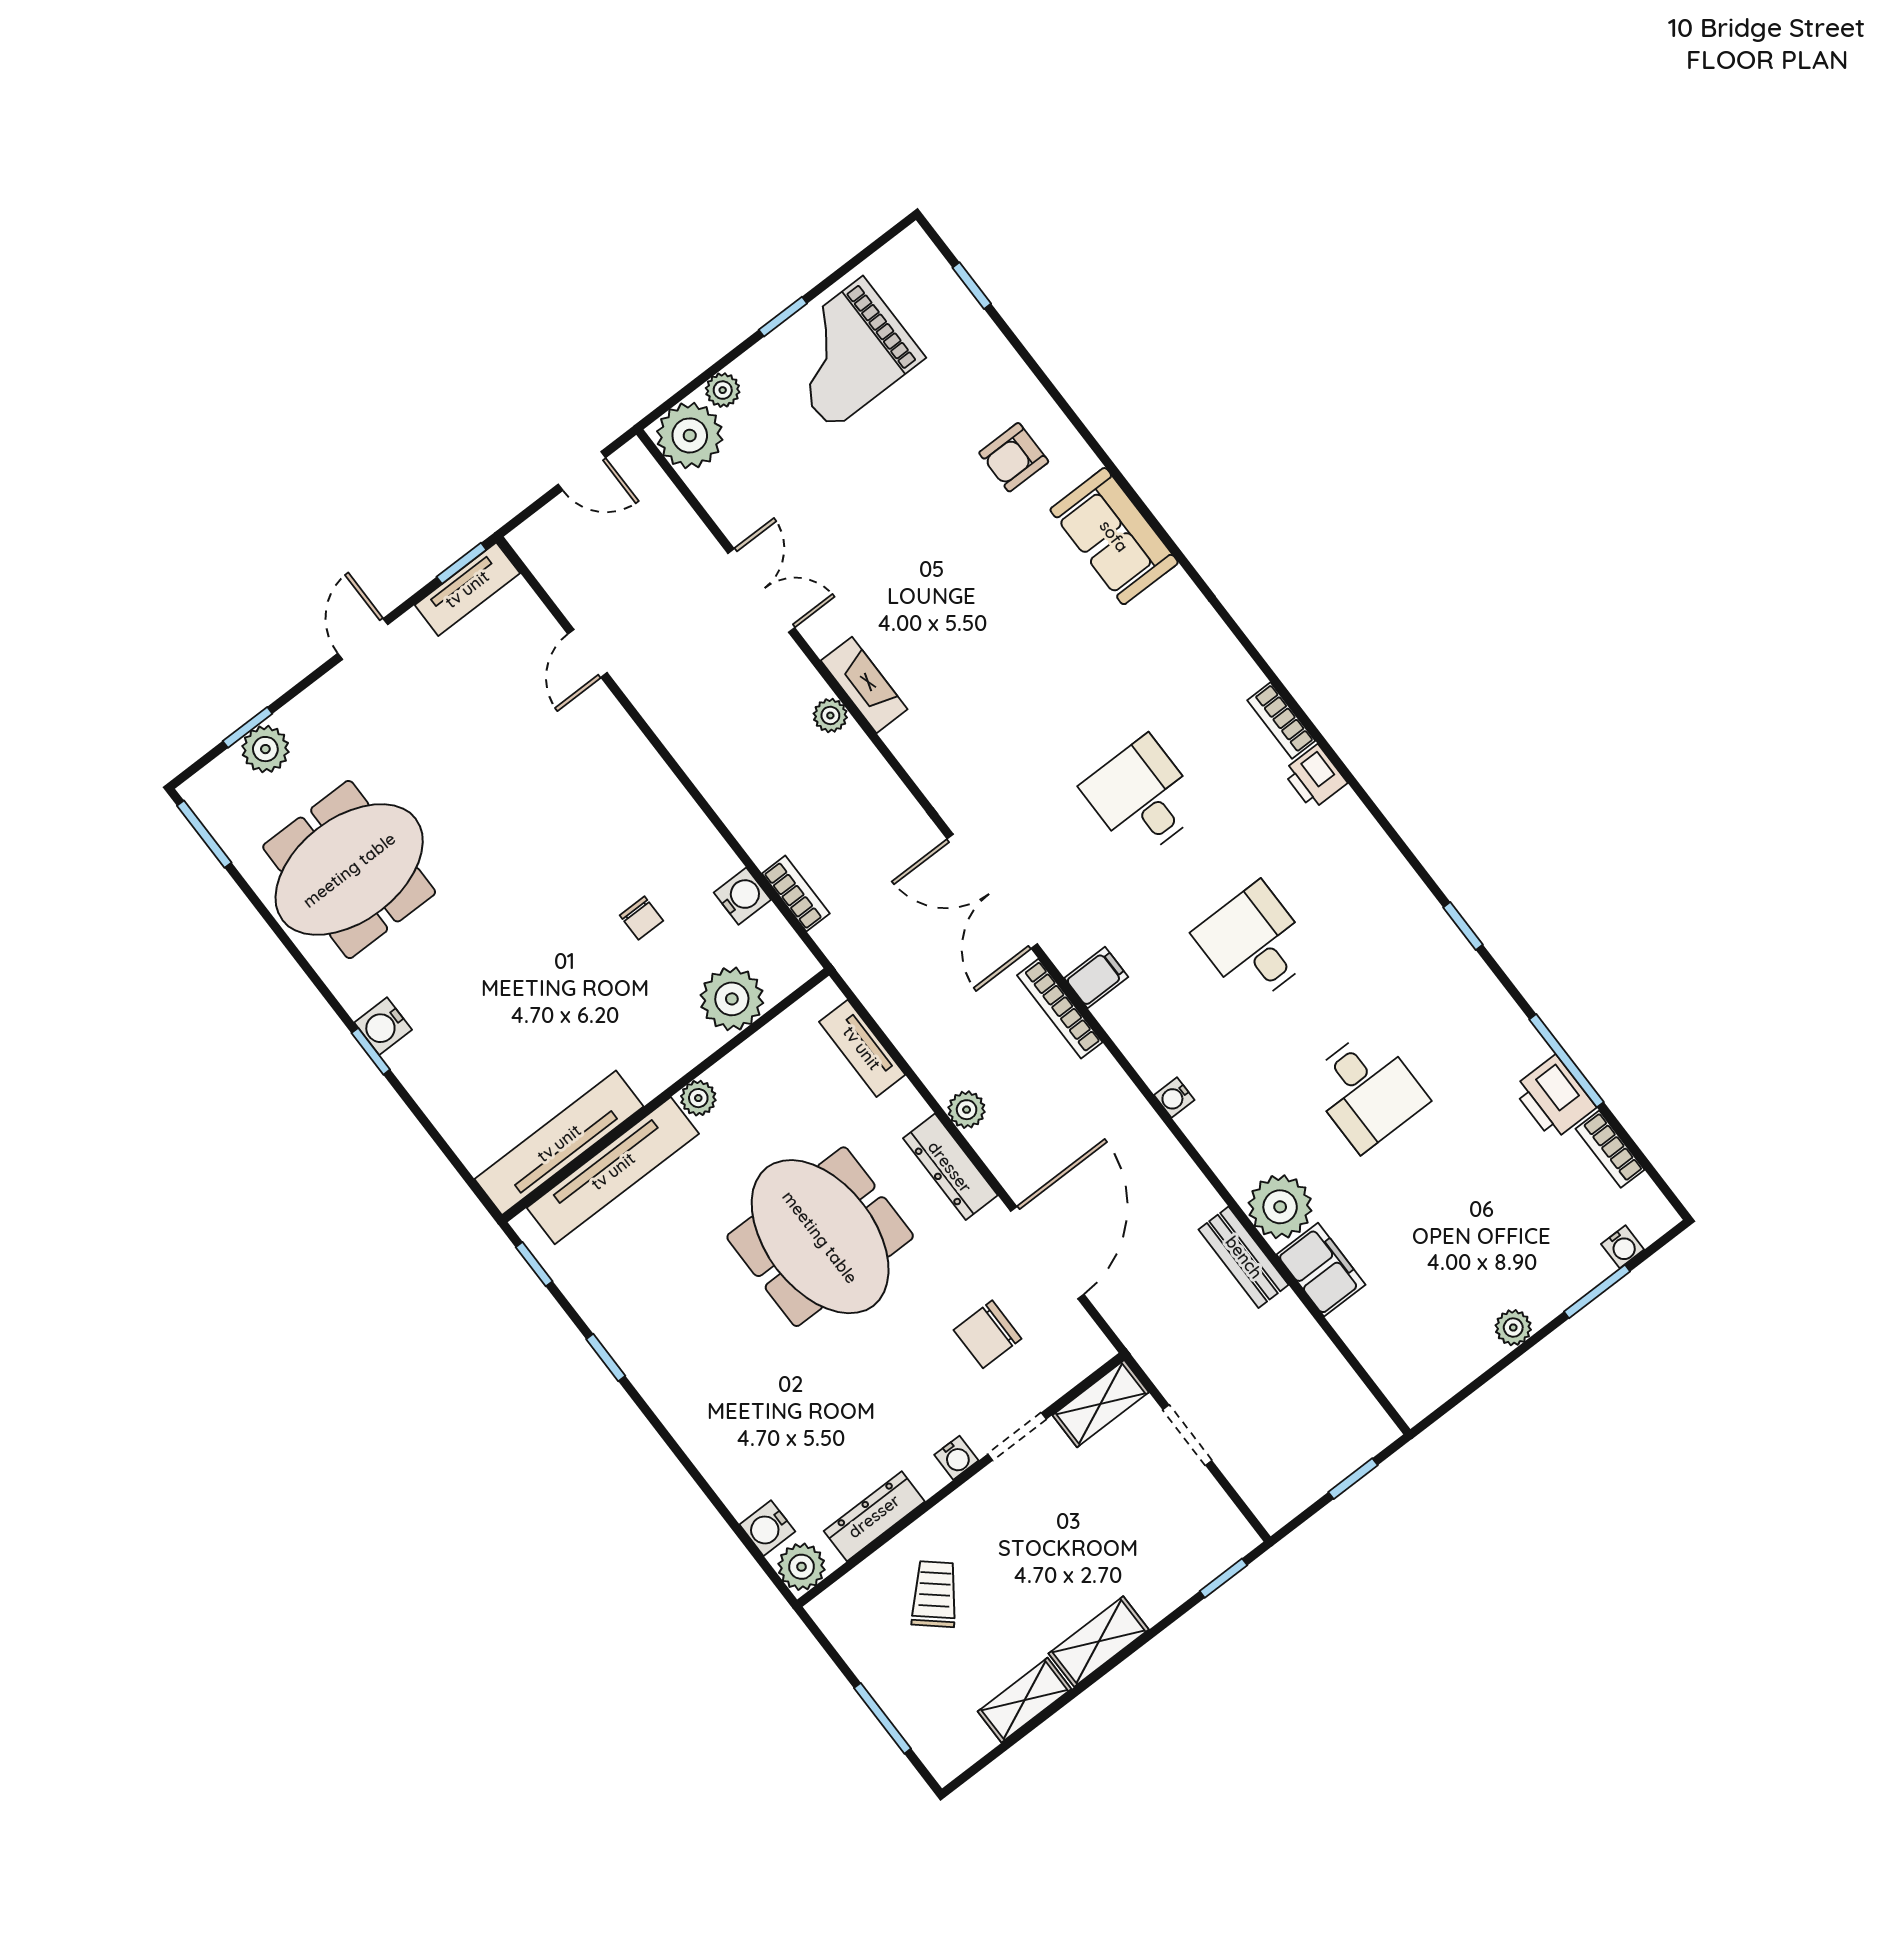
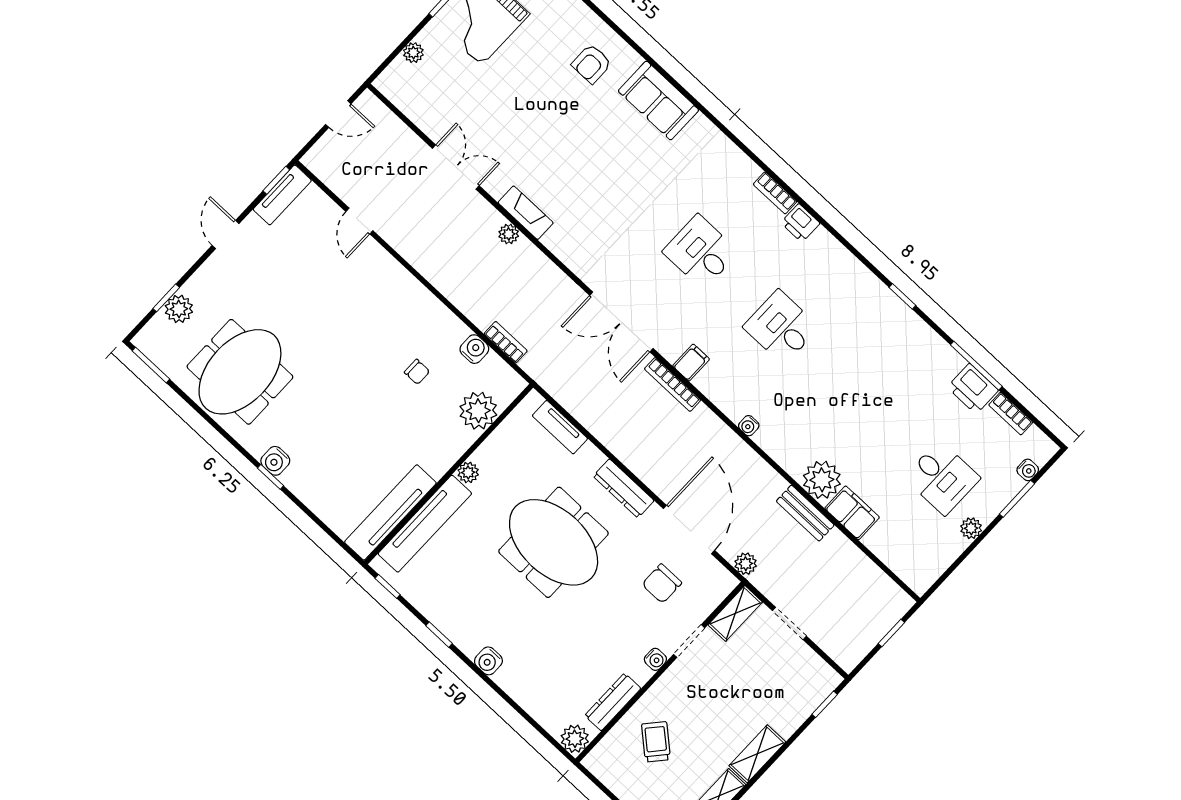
plant: (690, 435) -> (398, 83), removed
desk: (1367, 1090) -> (942, 478), moved
plant: (967, 1110) -> (746, 564), moved
water cooler: (767, 1528) -> (488, 661), moved

